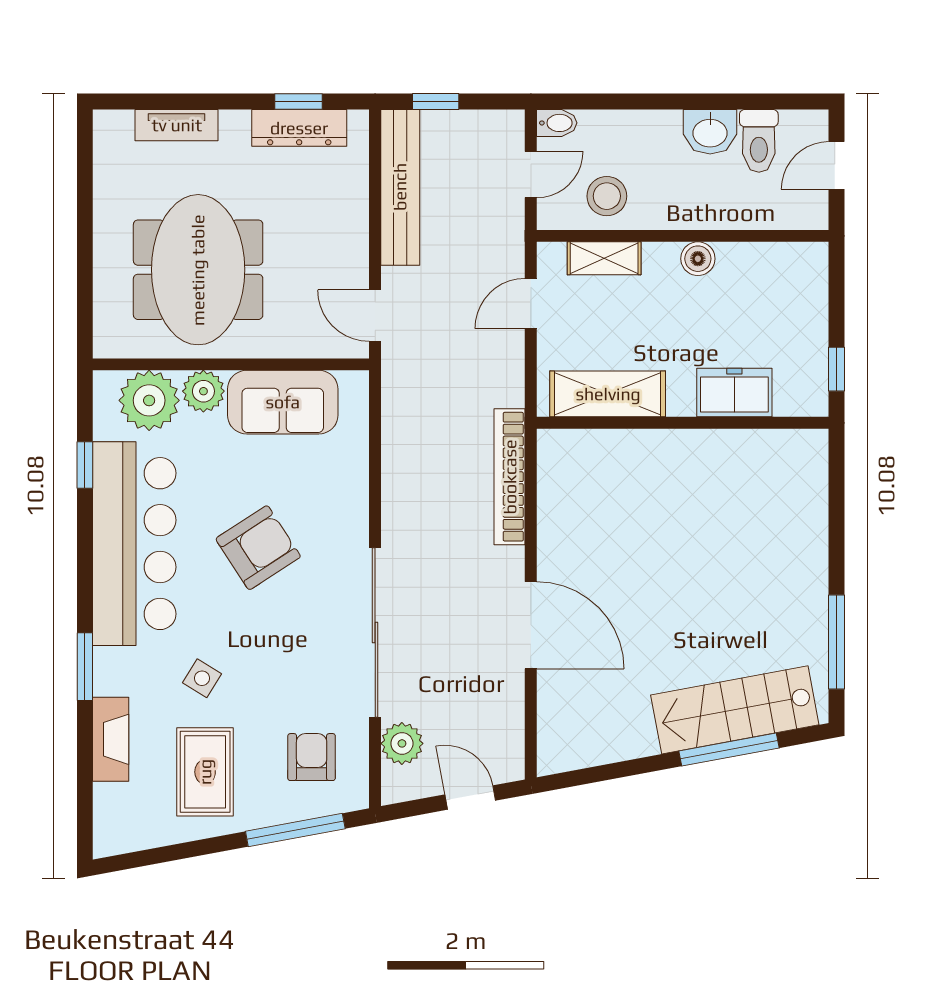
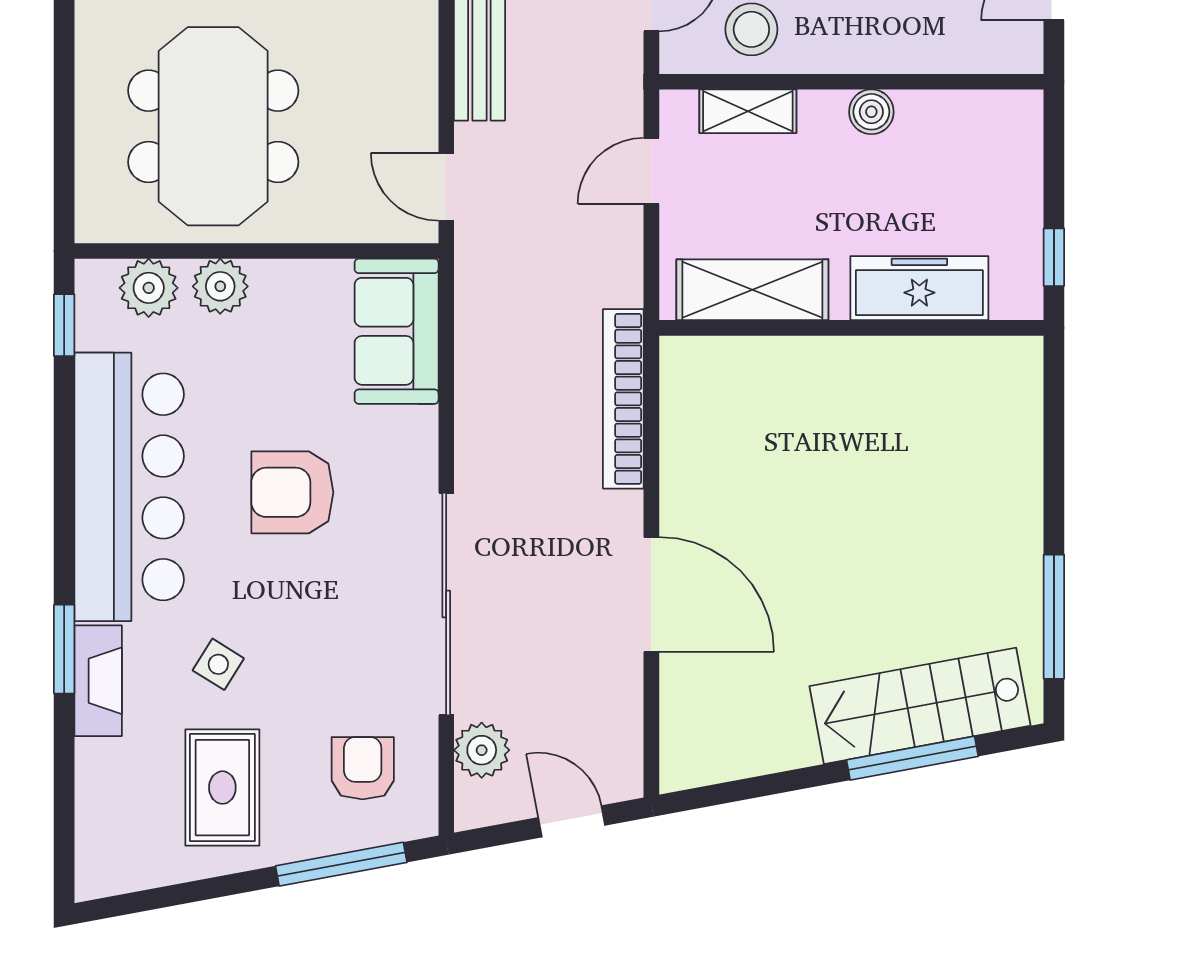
freezer: (734, 393) -> (919, 288), width x1.40
plant: (149, 400) -> (149, 288), width x0.73, depth x0.73
sofa: (283, 402) -> (397, 331), moved, turned 90
window: (85, 465) -> (64, 325), moved
armchair: (258, 548) -> (292, 492), turned -147
fireplace: (111, 739) -> (98, 681), moved

